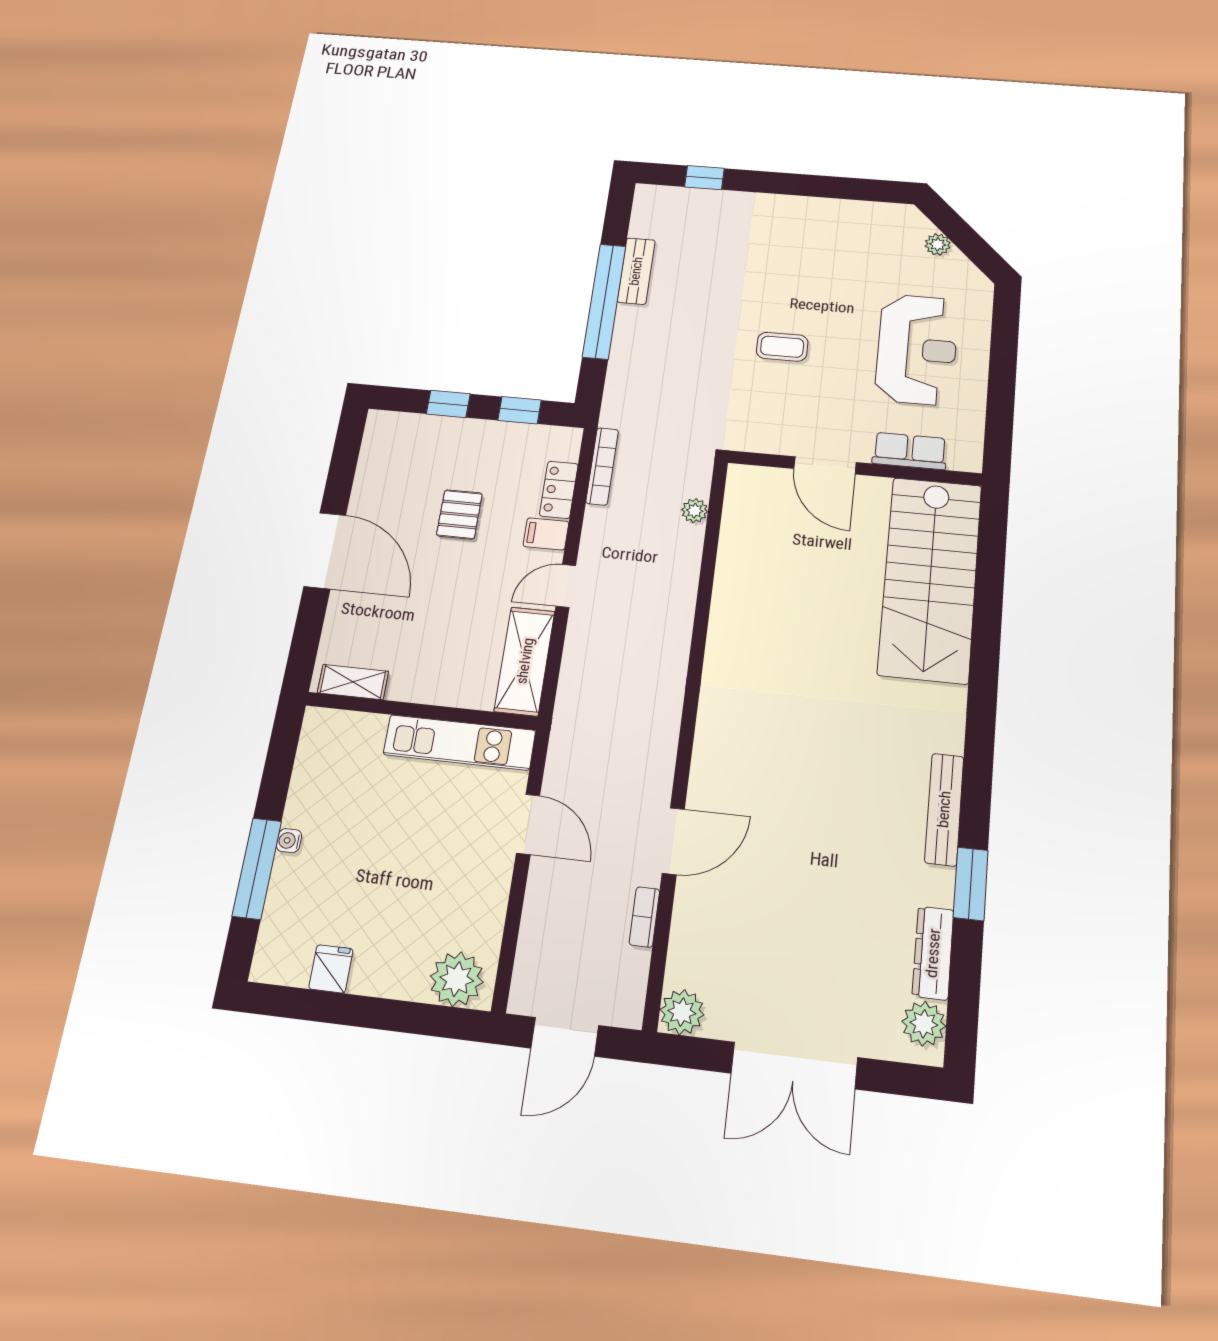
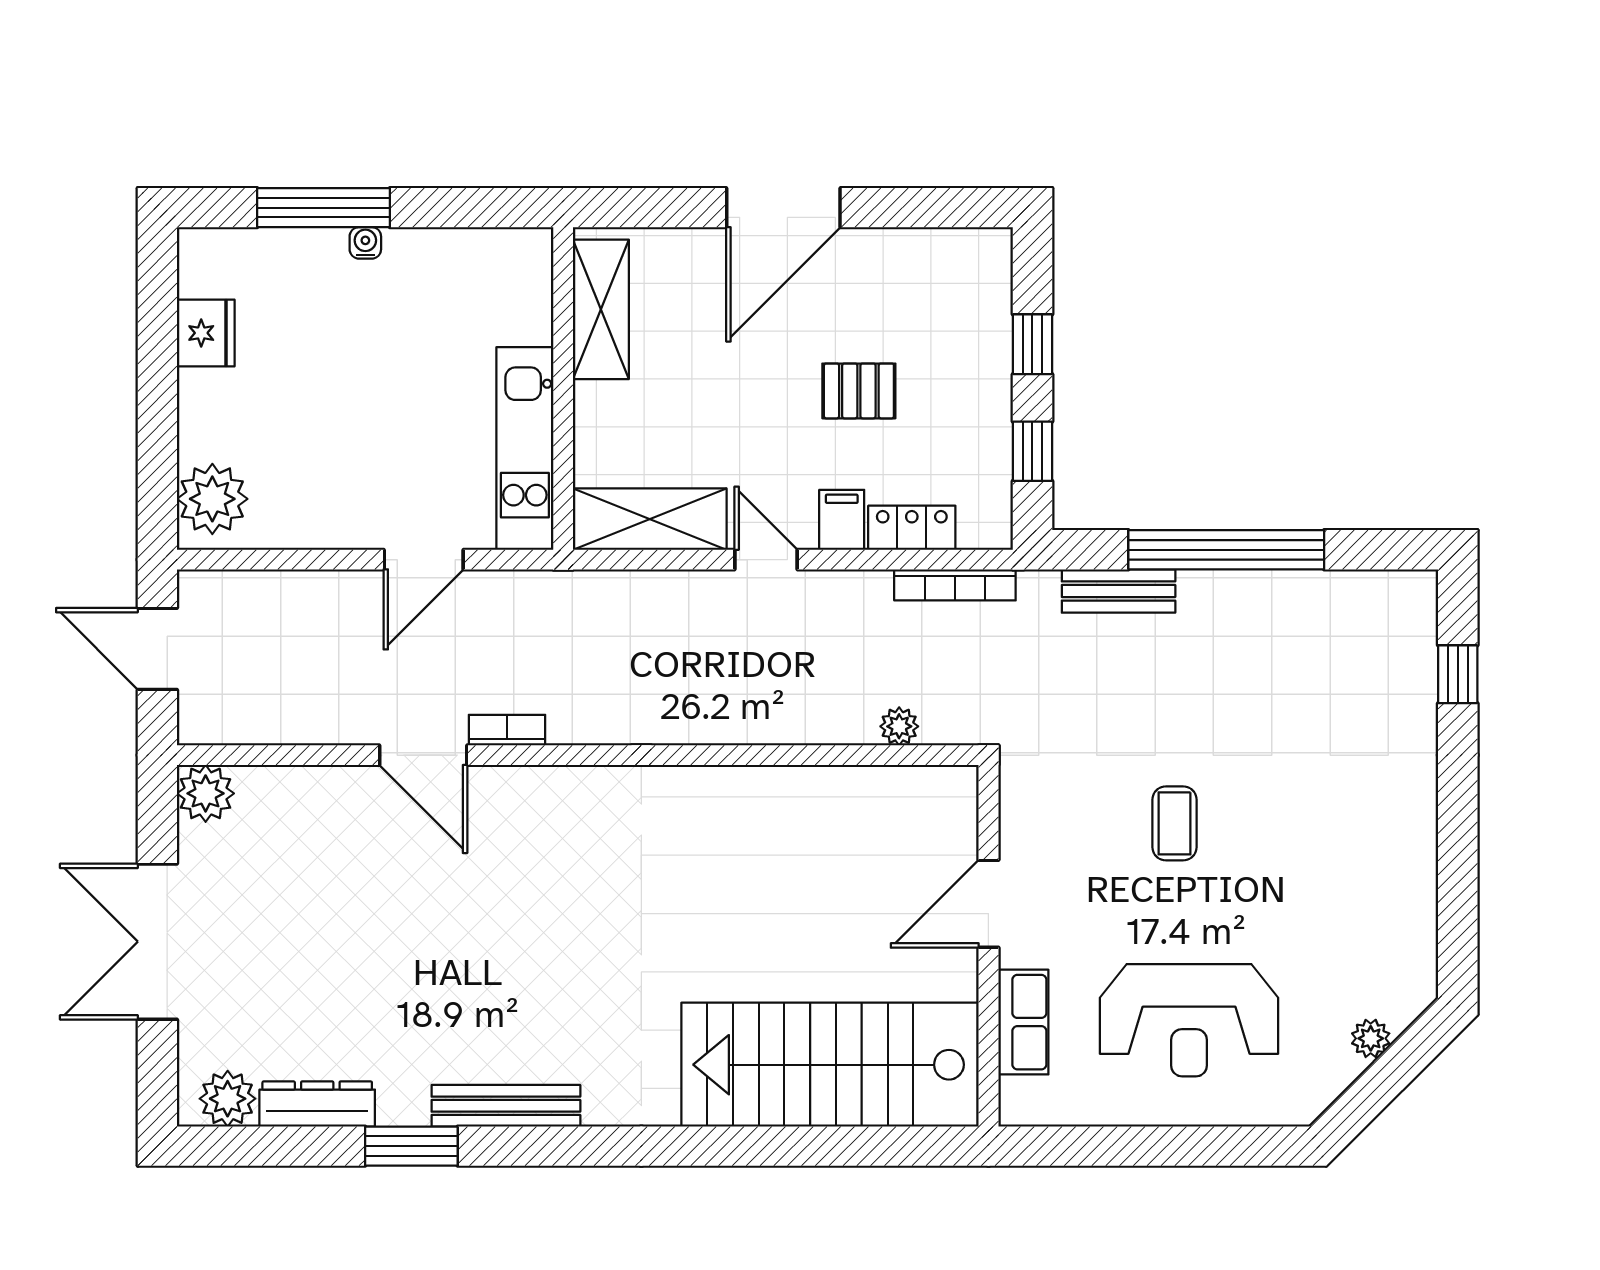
bench: (636, 271) -> (1119, 591), moved
shelving: (353, 682) -> (601, 309), width x1.50, depth x1.33
bookcase: (644, 917) -> (507, 730), moved
fridge: (331, 969) -> (206, 333), width x1.38

